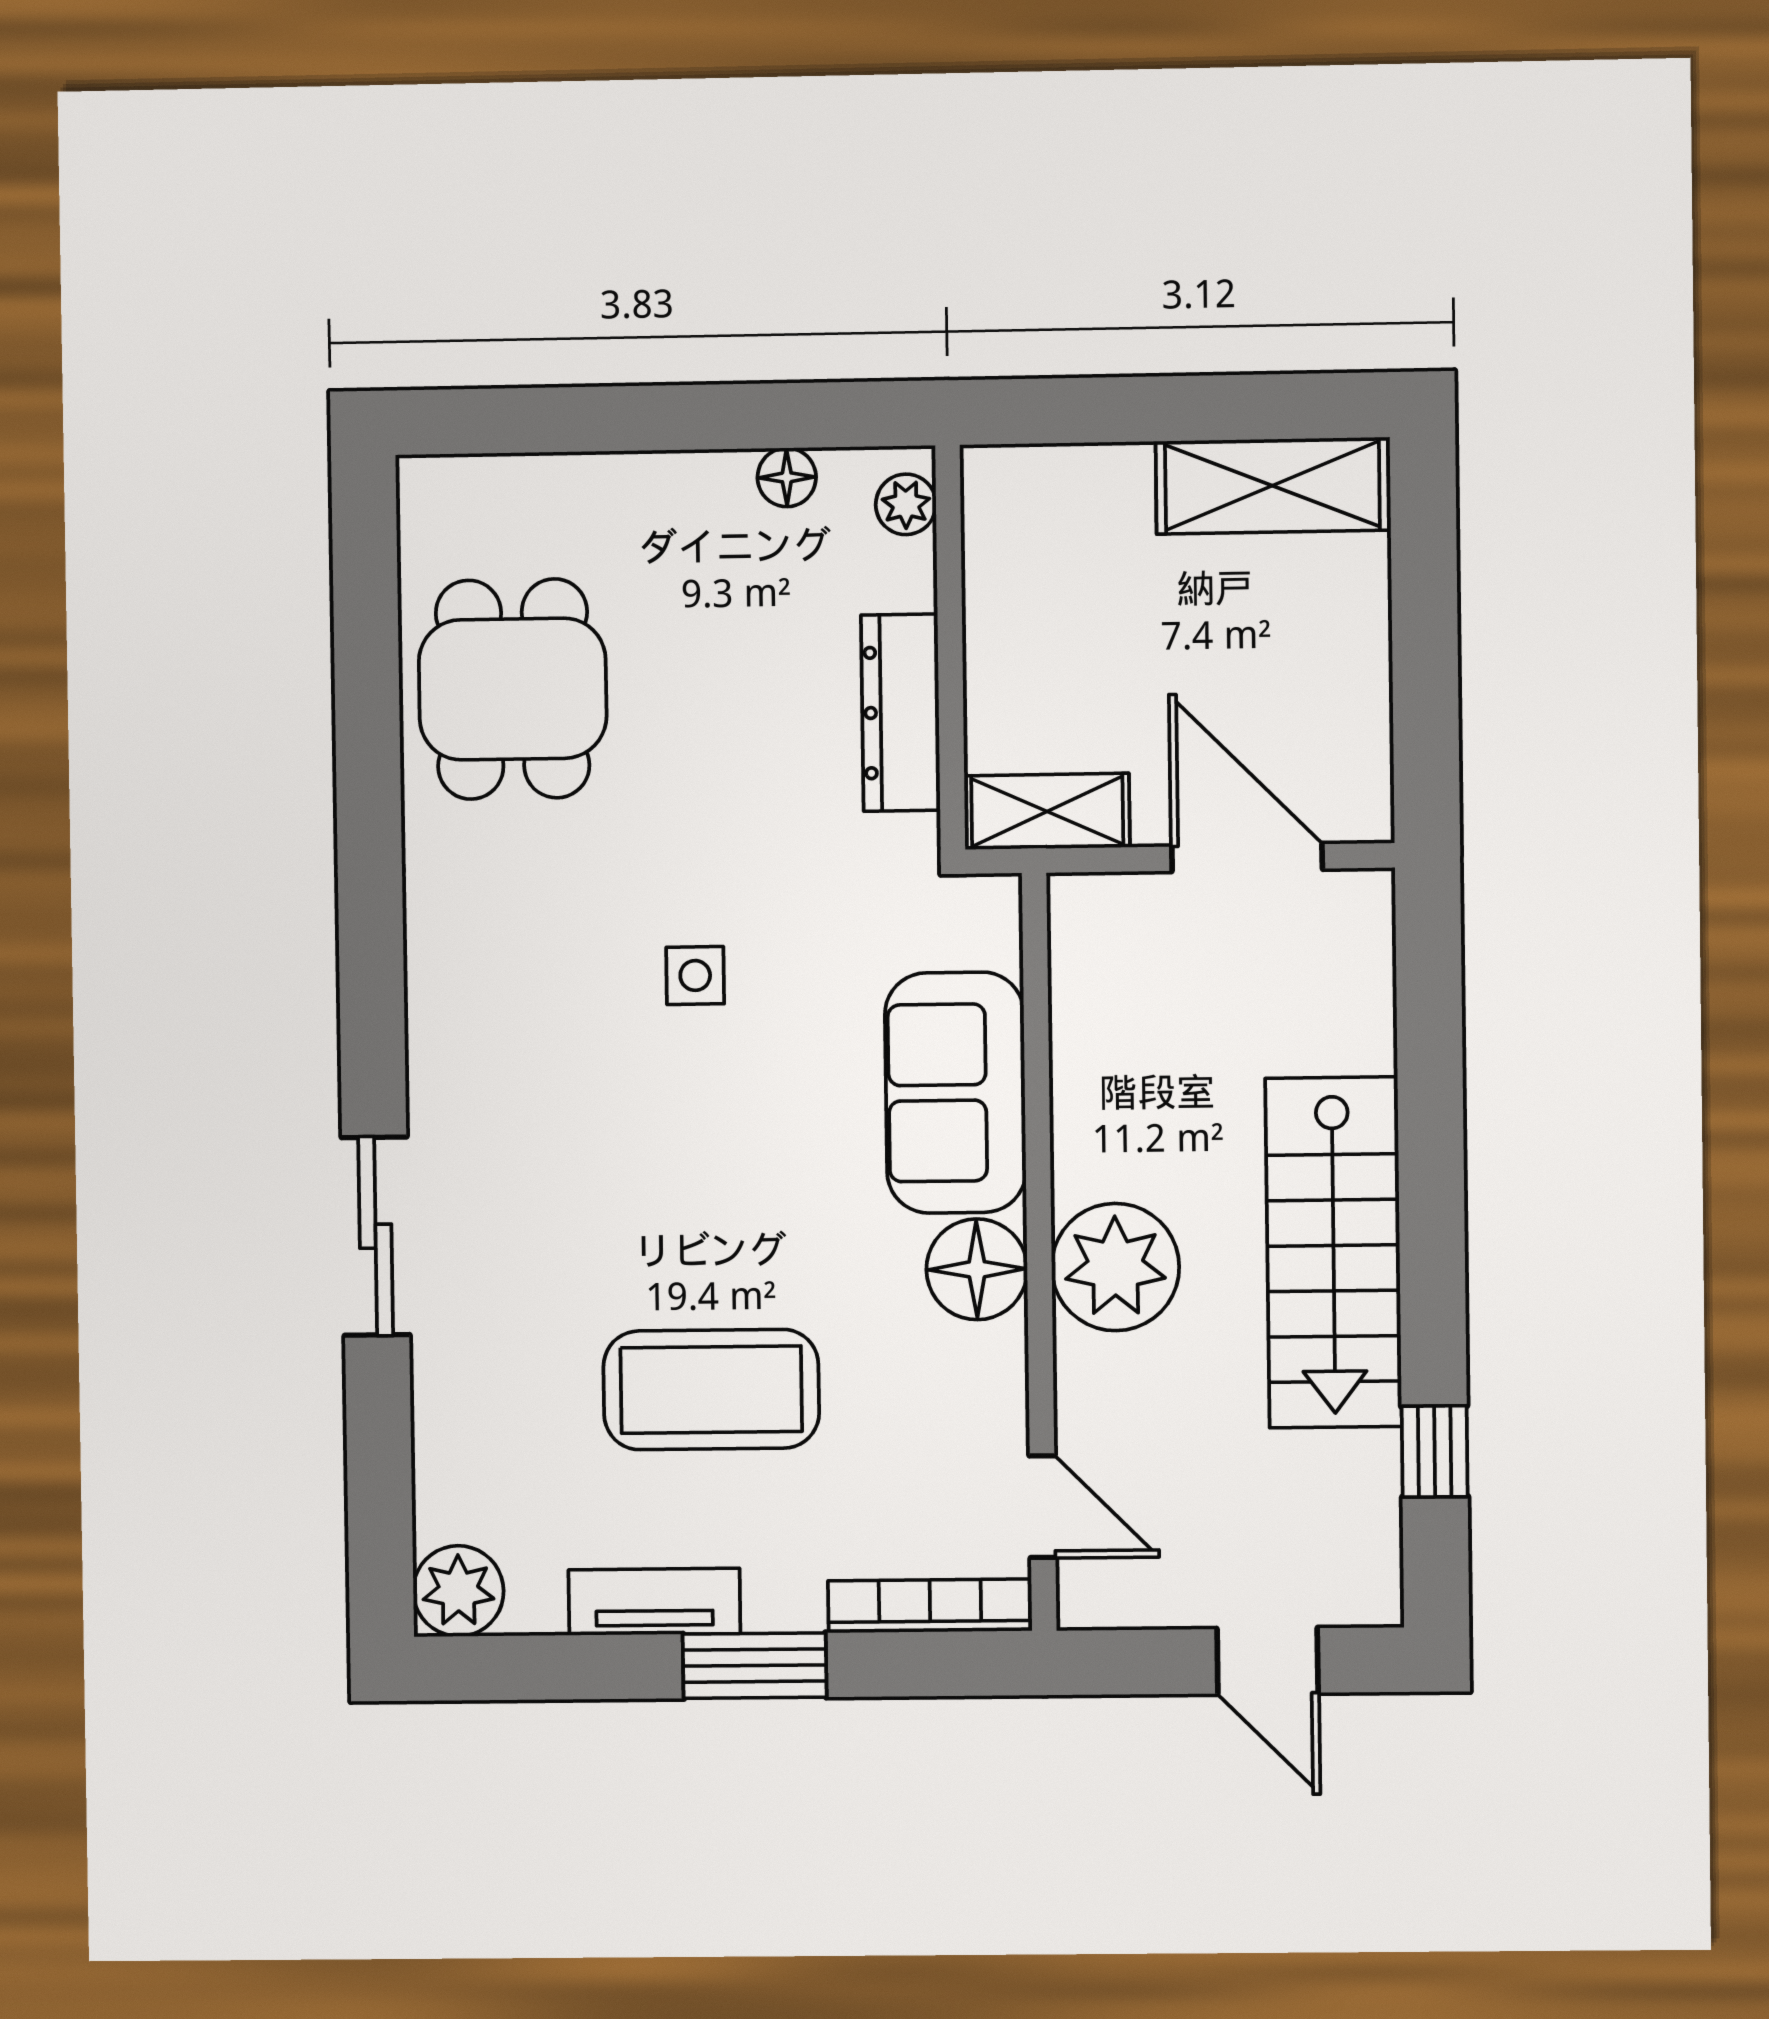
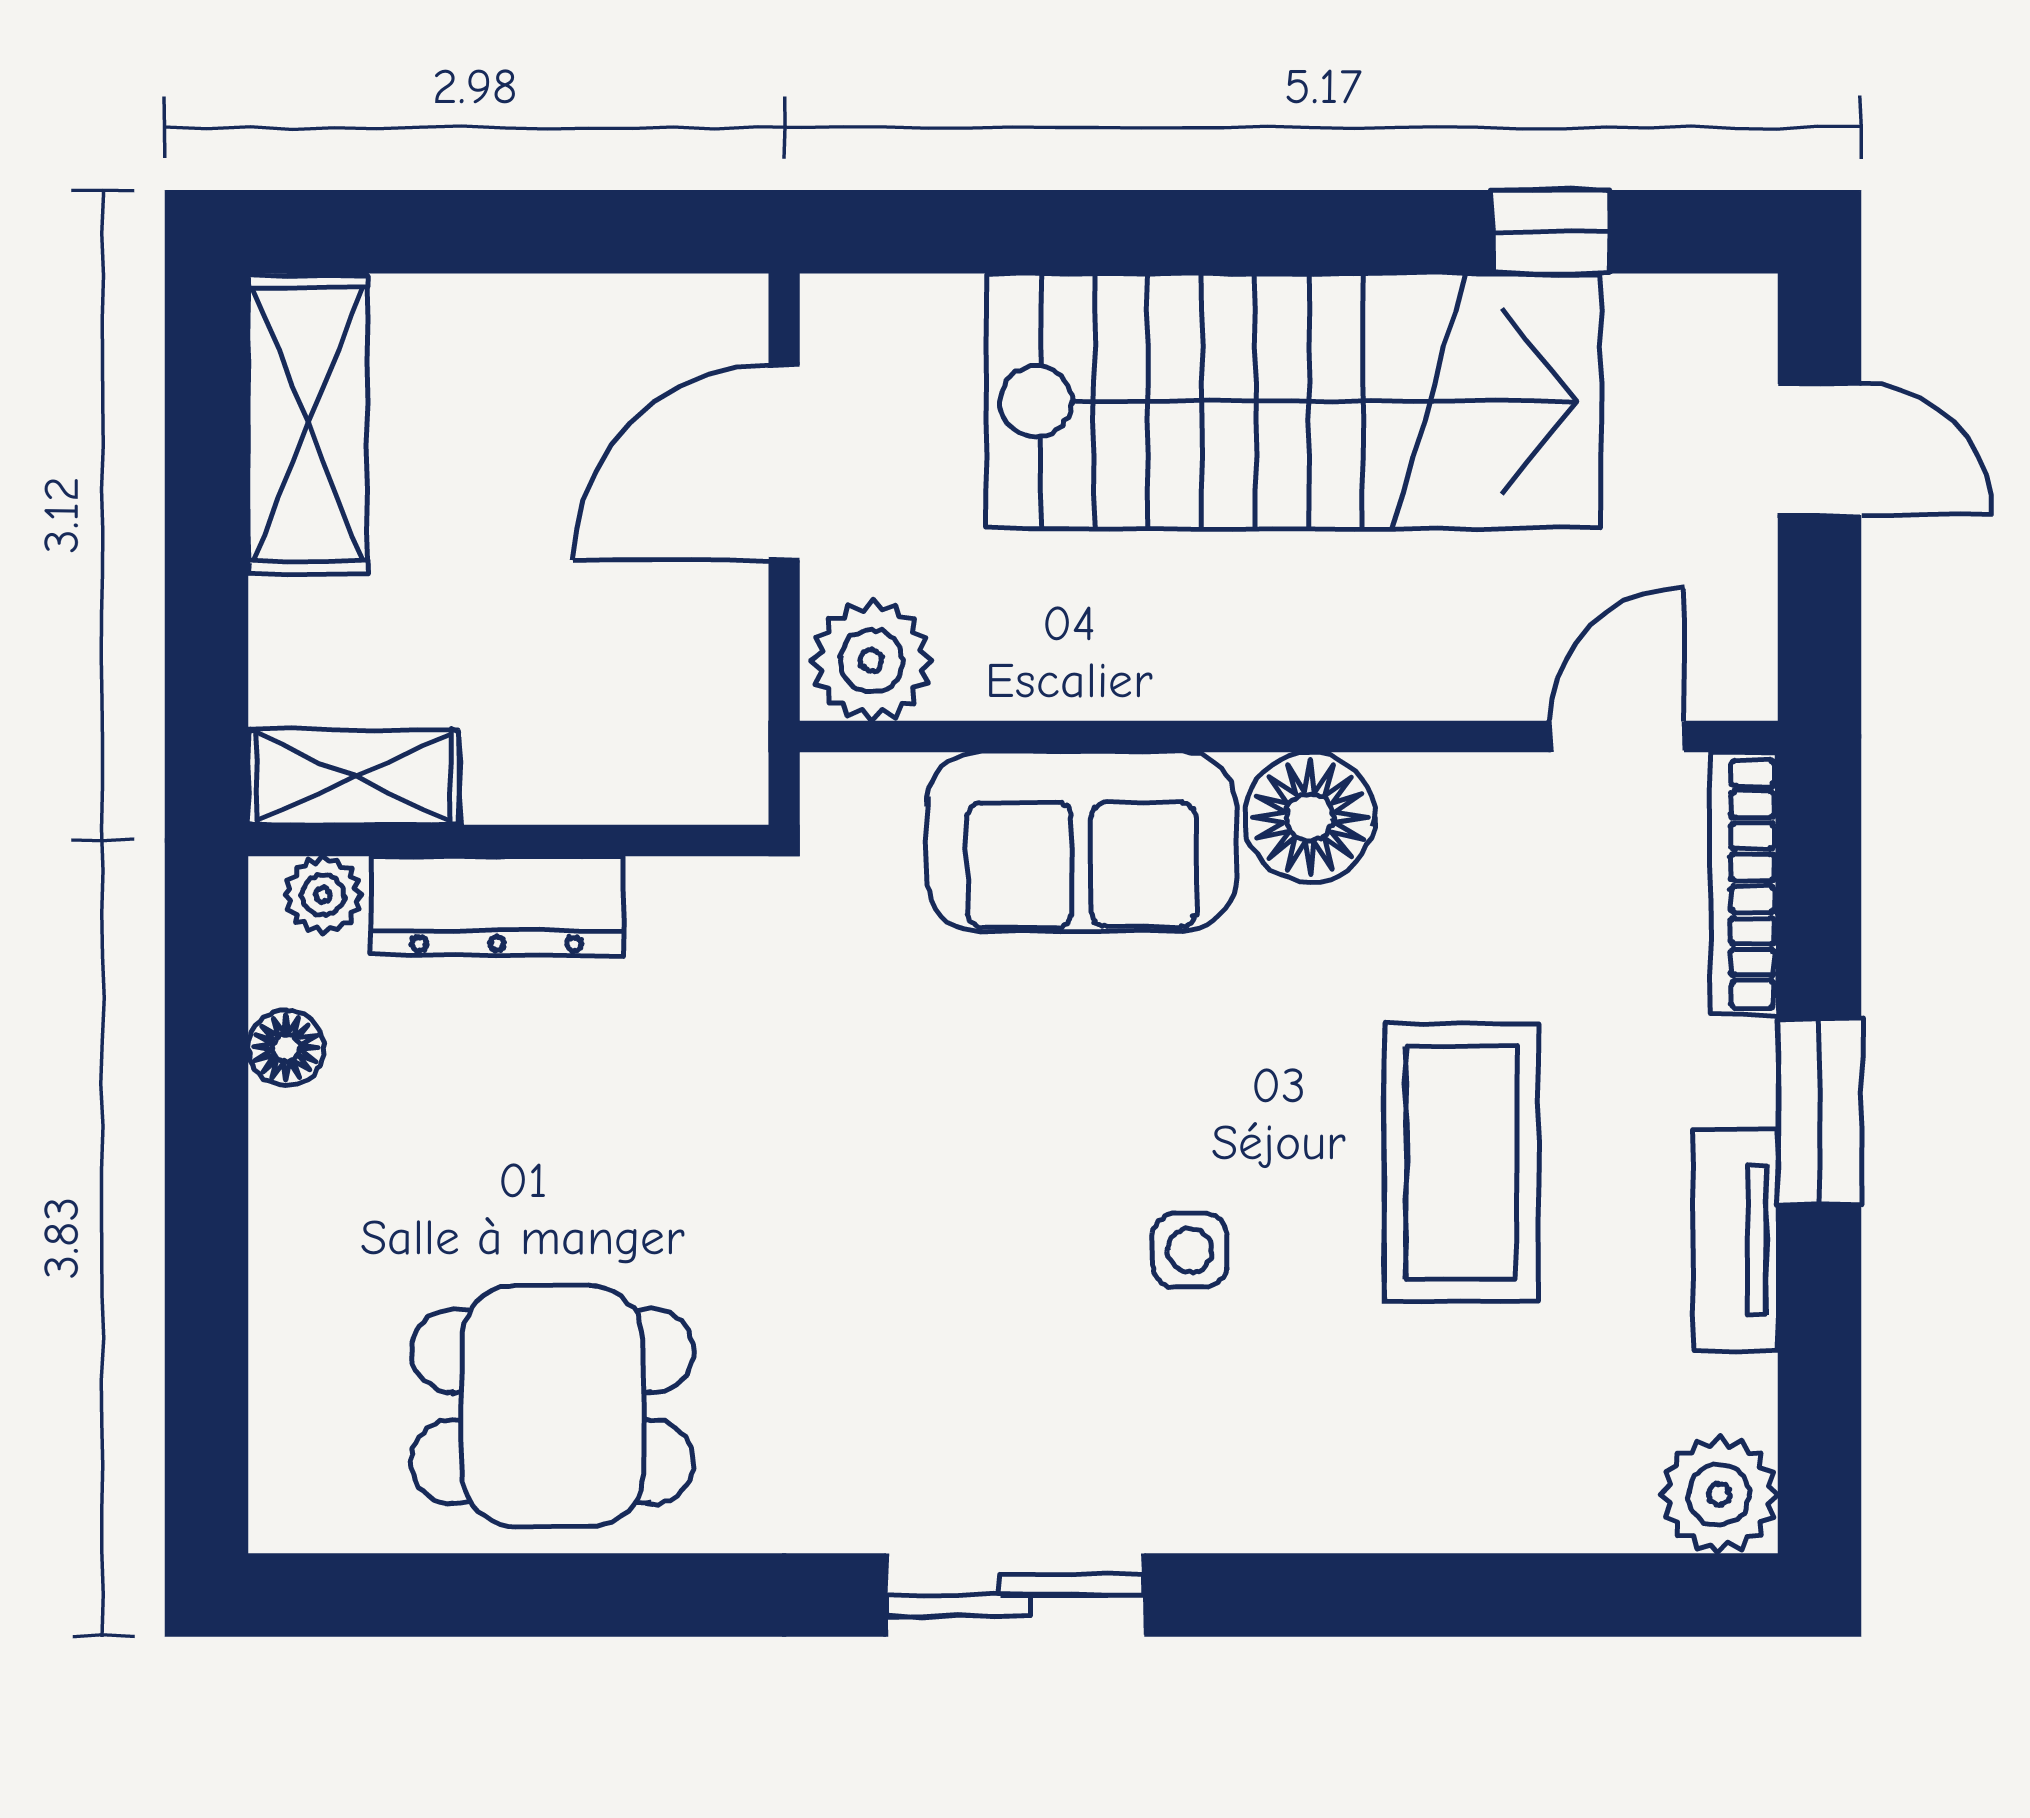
dresser: (901, 713) -> (497, 905), moved
shelving: (1047, 811) -> (354, 777), moved, turned 90
side table: (695, 975) -> (1190, 1251), moved
sliding door: (376, 1236) -> (1015, 1595), moved
stairs: (1333, 1252) -> (1294, 401), width x1.36, depth x1.51
plant: (1115, 1267) -> (872, 661), moved, width x0.73, depth x0.73
door: (1268, 1661) -> (1820, 449), hinge flipped

